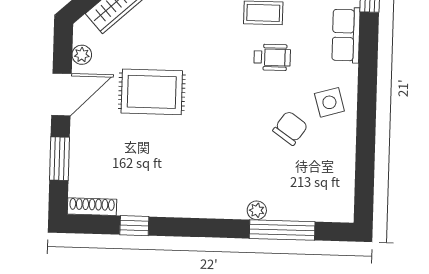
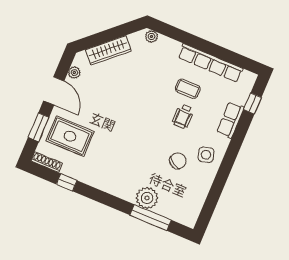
wheelchair: (272, 57) -> (183, 116), turned 90
rug: (152, 92) -> (70, 136), moved
door: (61, 94) -> (54, 91), hinge flipped
plant: (257, 210) -> (147, 198), width x1.88, depth x1.88

